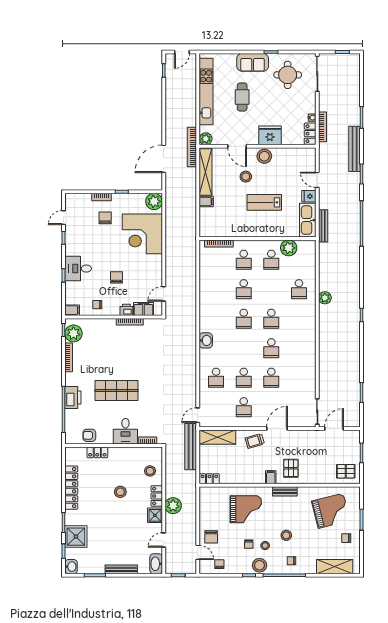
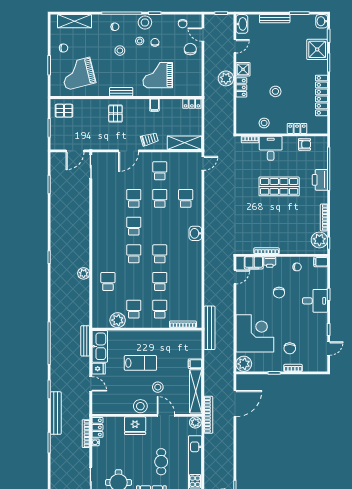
bench: (191, 447) -> (209, 328), moved
stool: (150, 471) -> (264, 123), moved
filing cabinet: (271, 477) -> (154, 105), moved

